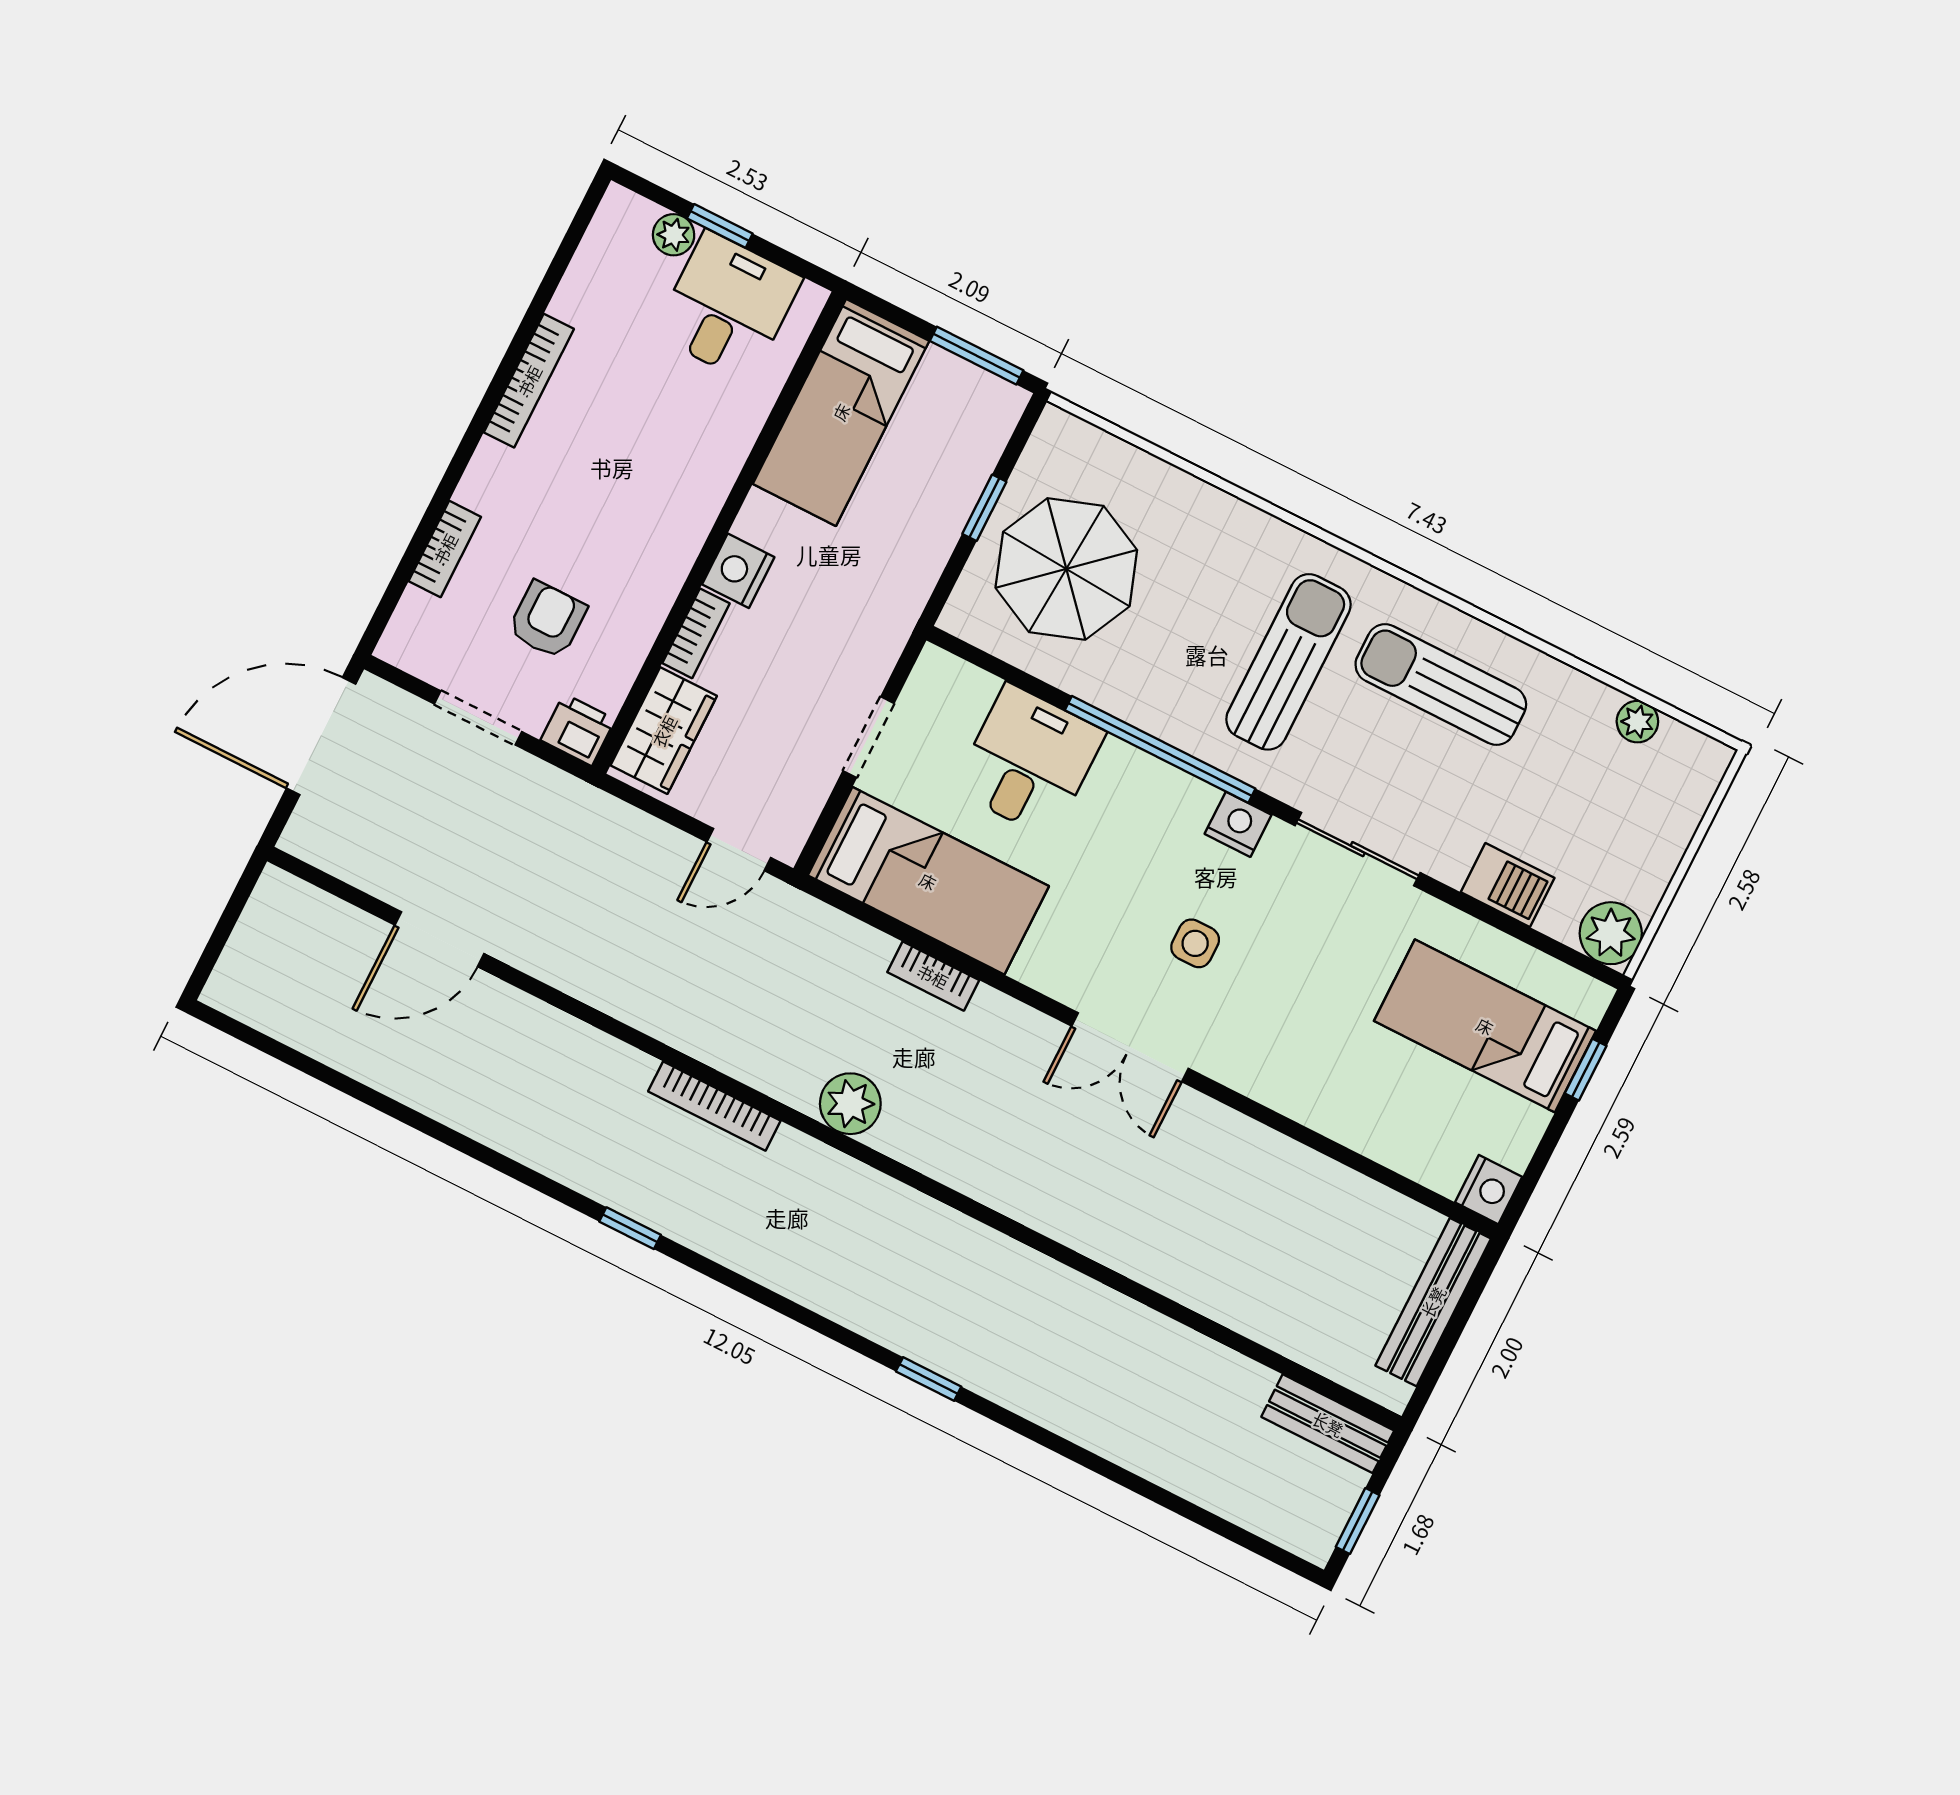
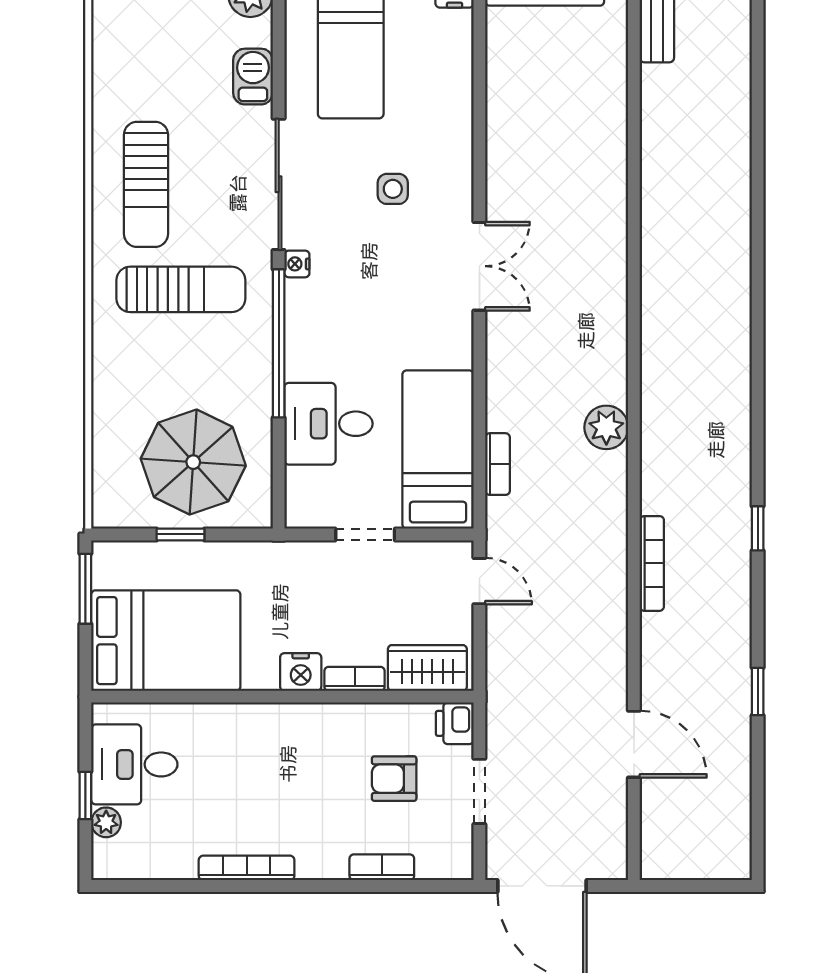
bed: (841, 412) -> (166, 641), width x1.50
sun lounger: (1288, 662) -> (181, 289), turned 180
plant: (1637, 722) -> (106, 46), removed
nightstand: (1238, 824) -> (297, 264), width x0.72, depth x0.74
sliding door: (1358, 849) -> (279, 184), width x1.37
side table: (1195, 943) -> (393, 189), moved
bookcase: (933, 976) -> (498, 464), moved
bookcase: (714, 1106) -> (652, 563), moved
window: (929, 1379) -> (758, 692), moved

